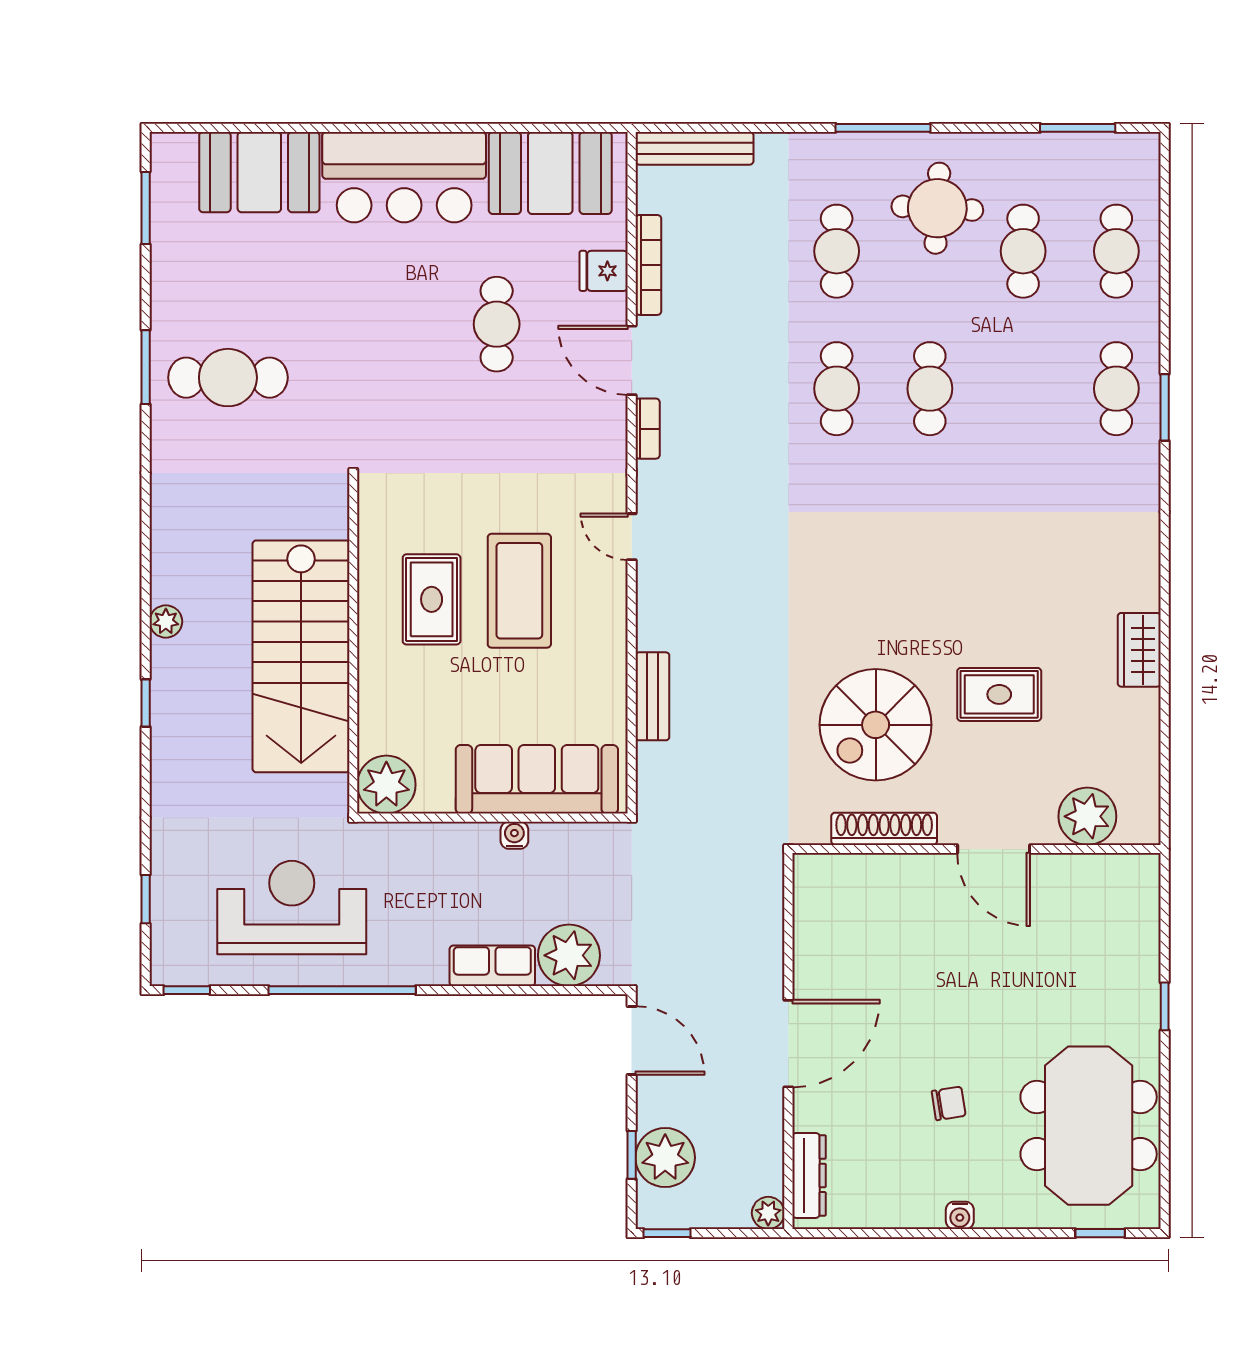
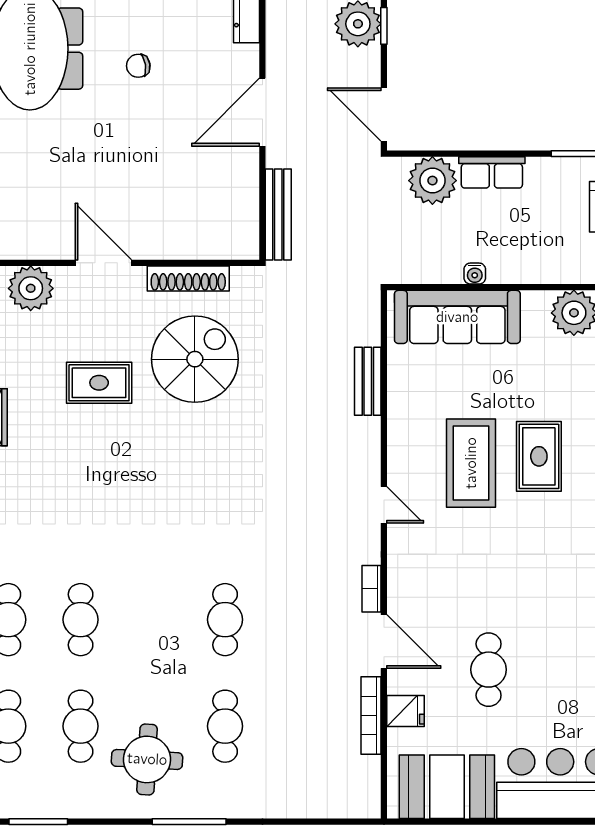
bench: (694, 148) -> (278, 214), moved, turned 90
cafe table: (930, 389) -> (81, 620), moved

